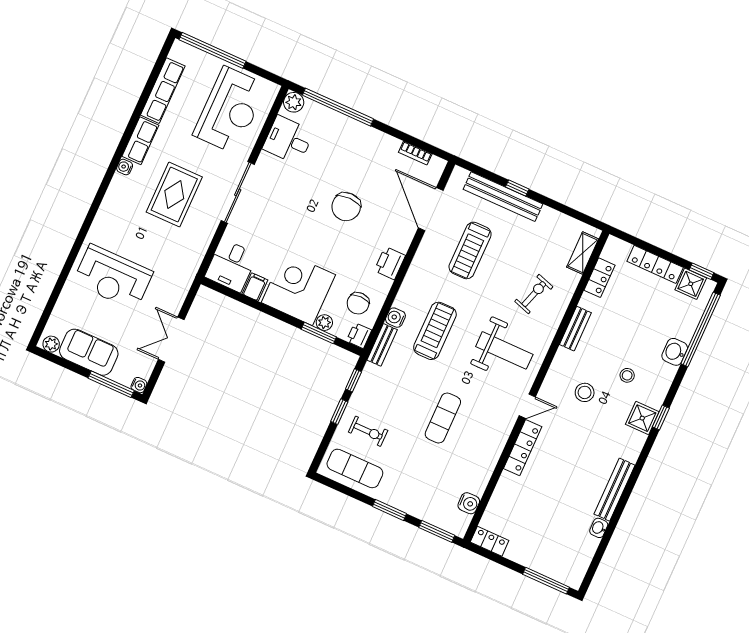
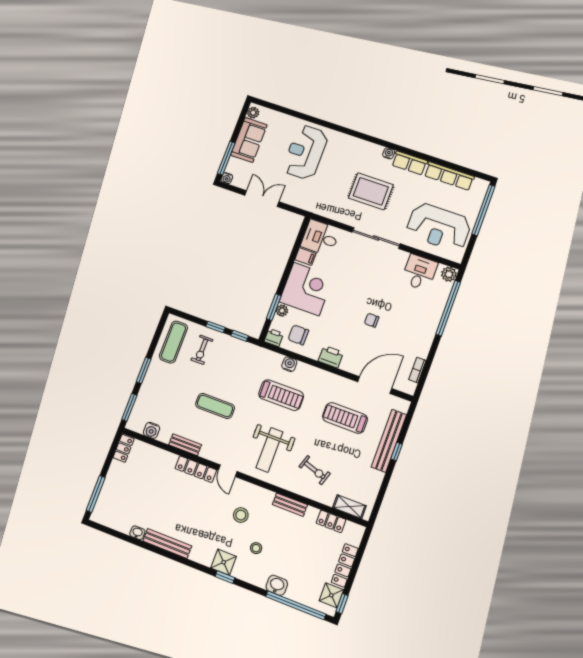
chair: (346, 207) -> (372, 320), width x0.54, depth x0.54
bench: (382, 345) -> (185, 445), moved

